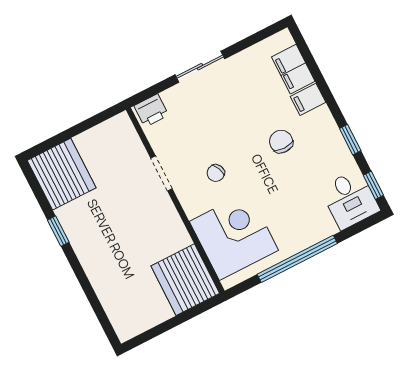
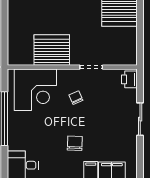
chair: (281, 142) -> (75, 143), turned -88
server rack: (185, 280) -> (52, 50), moved

